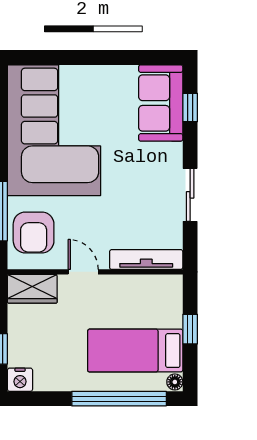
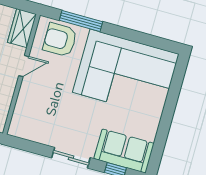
sliding door: (190, 195) -> (71, 158), moved
tv unit: (146, 260) -> (20, 111), removed

